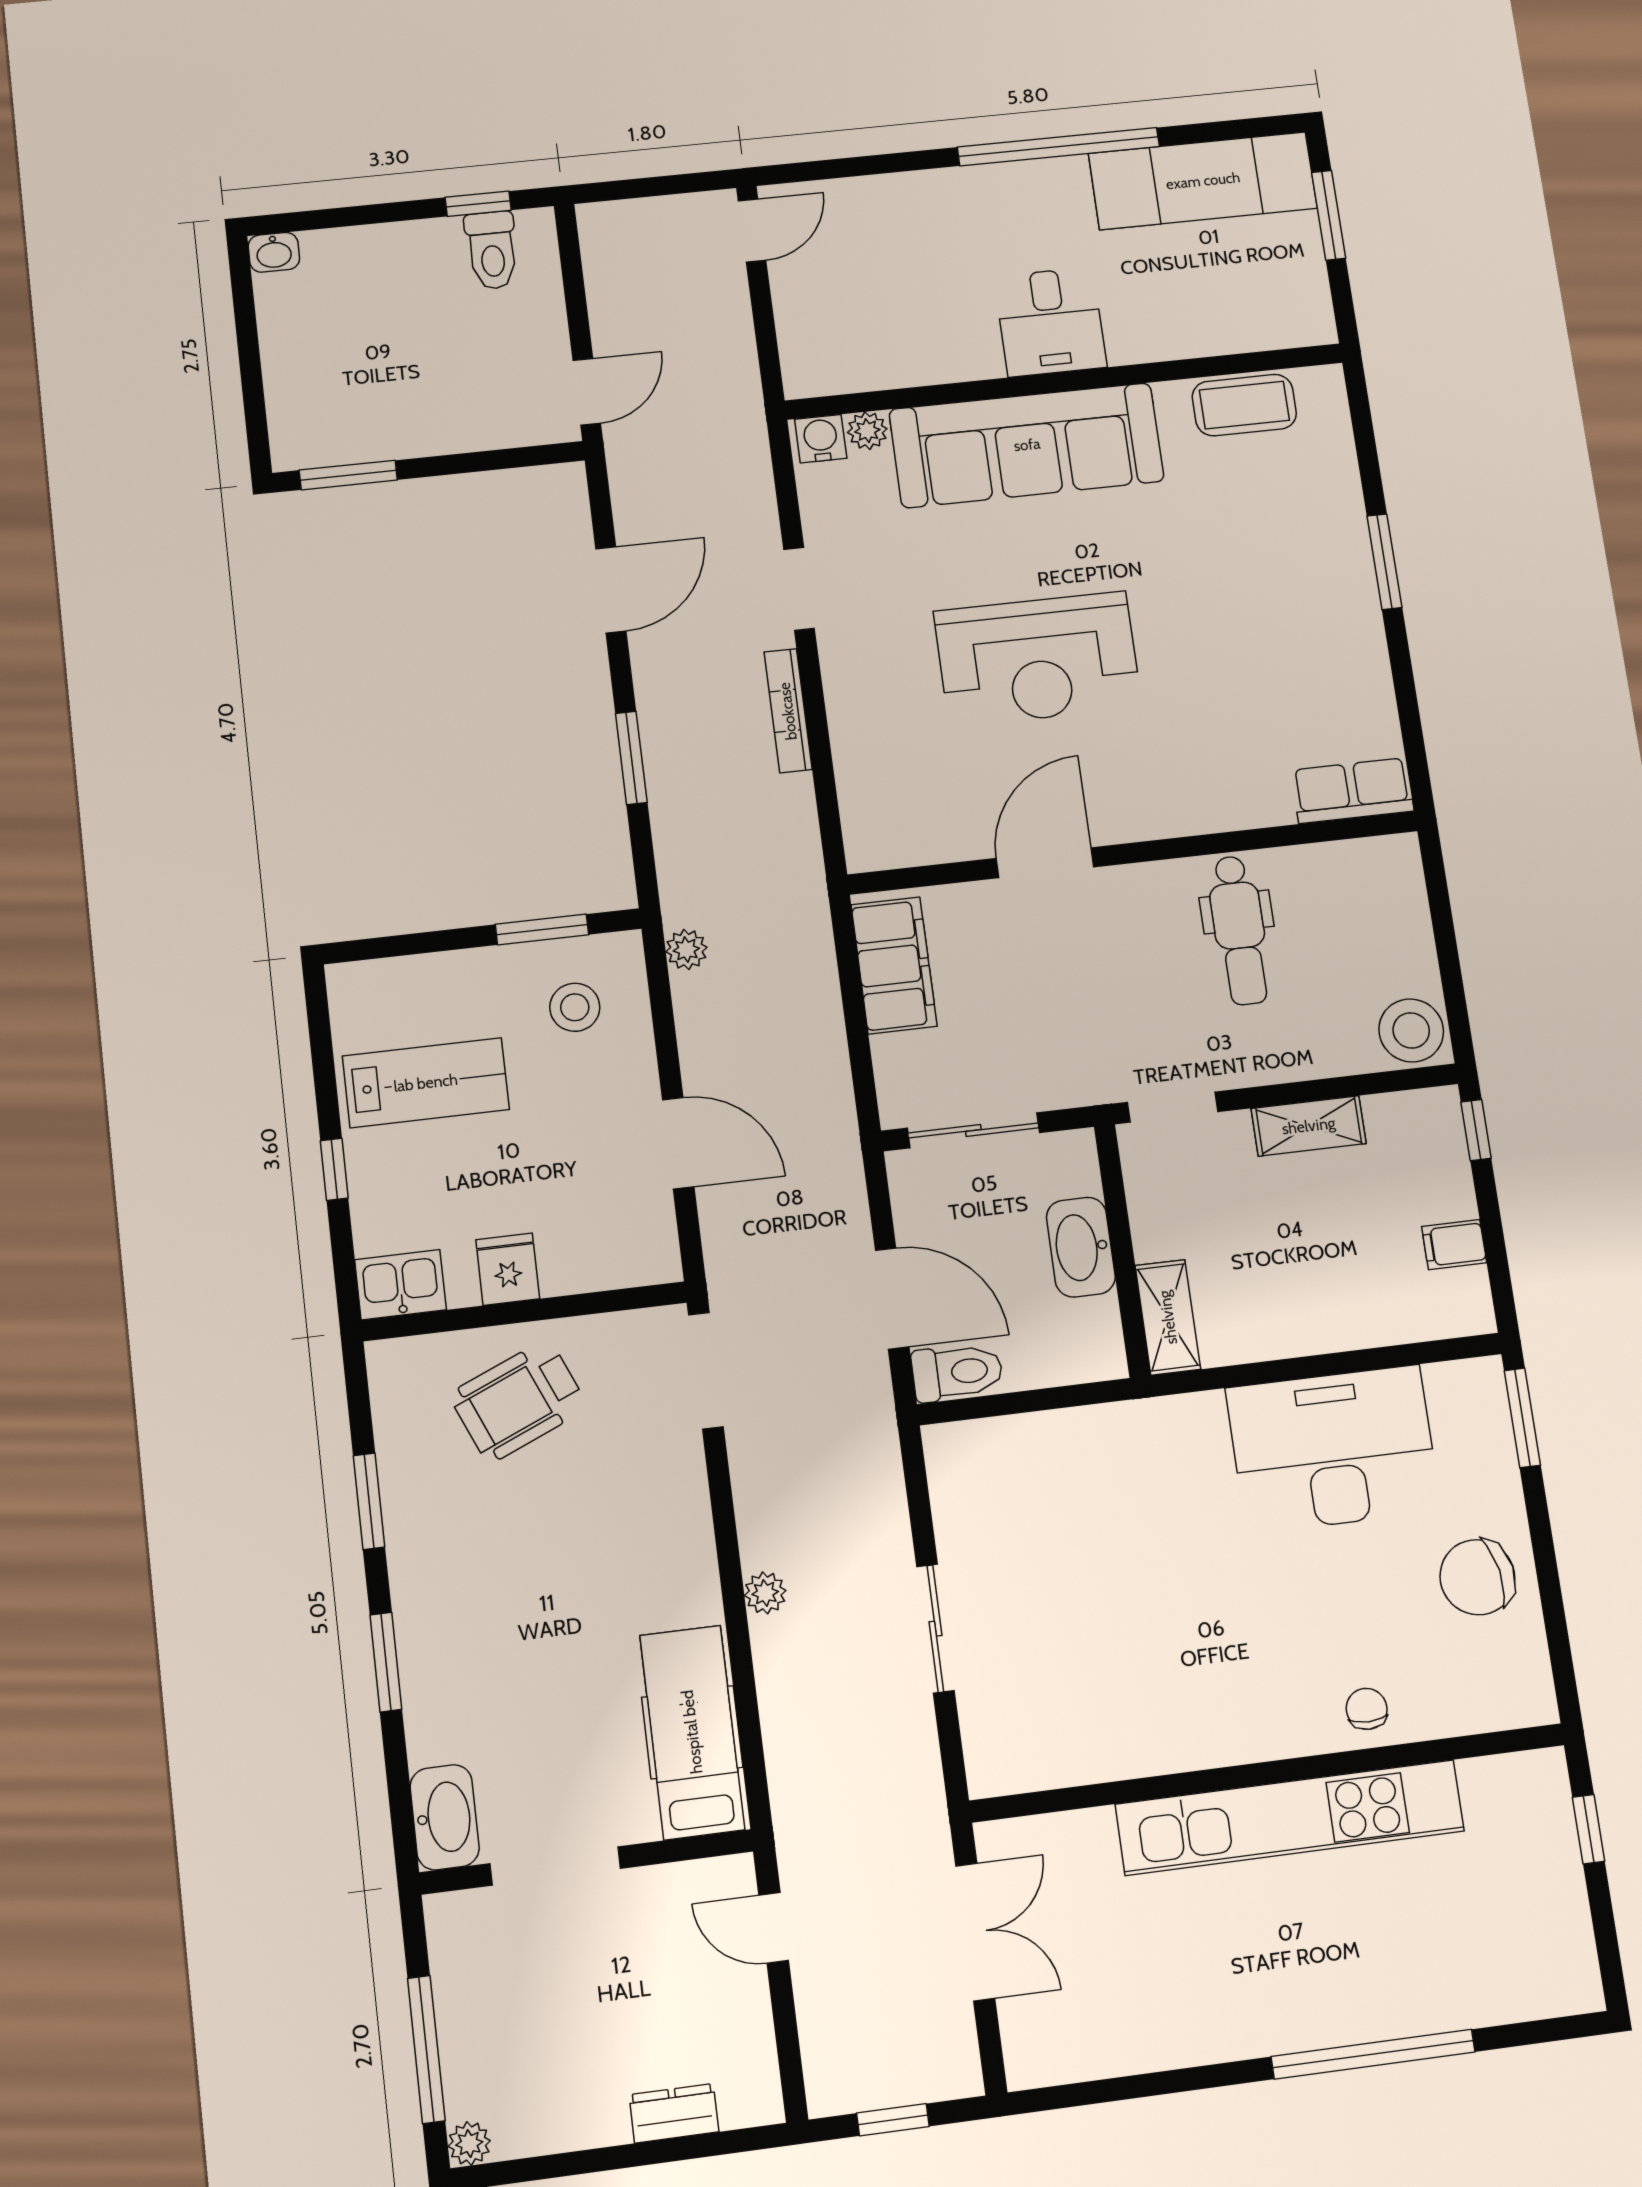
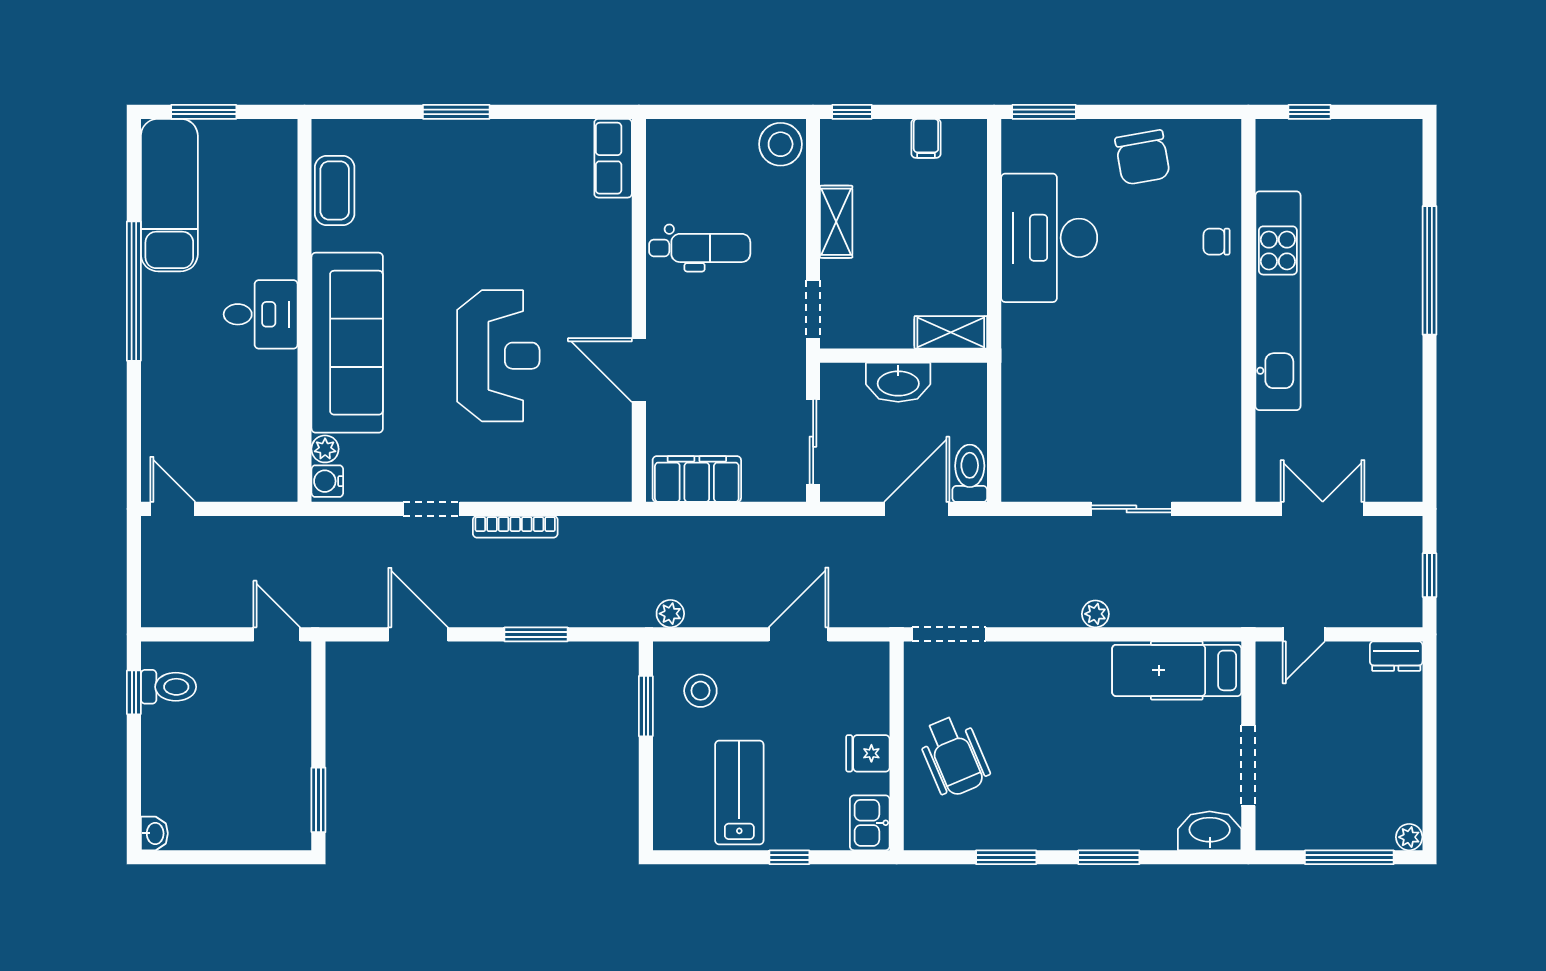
dresser: (674, 2113) -> (1396, 656), moved, turned -90

